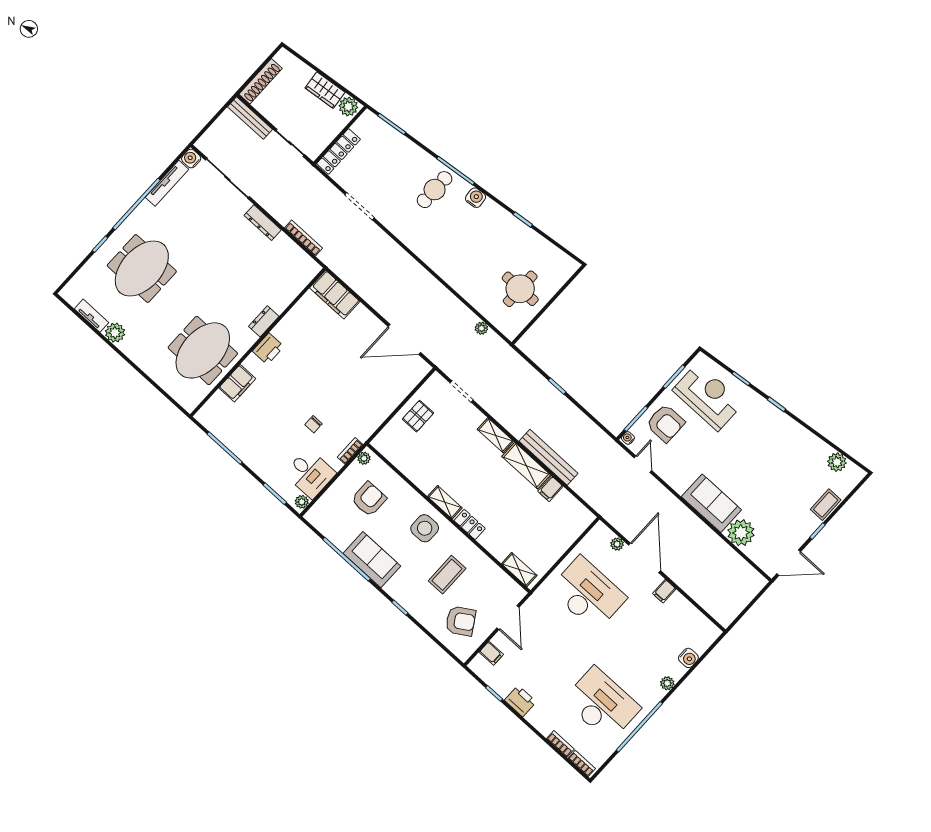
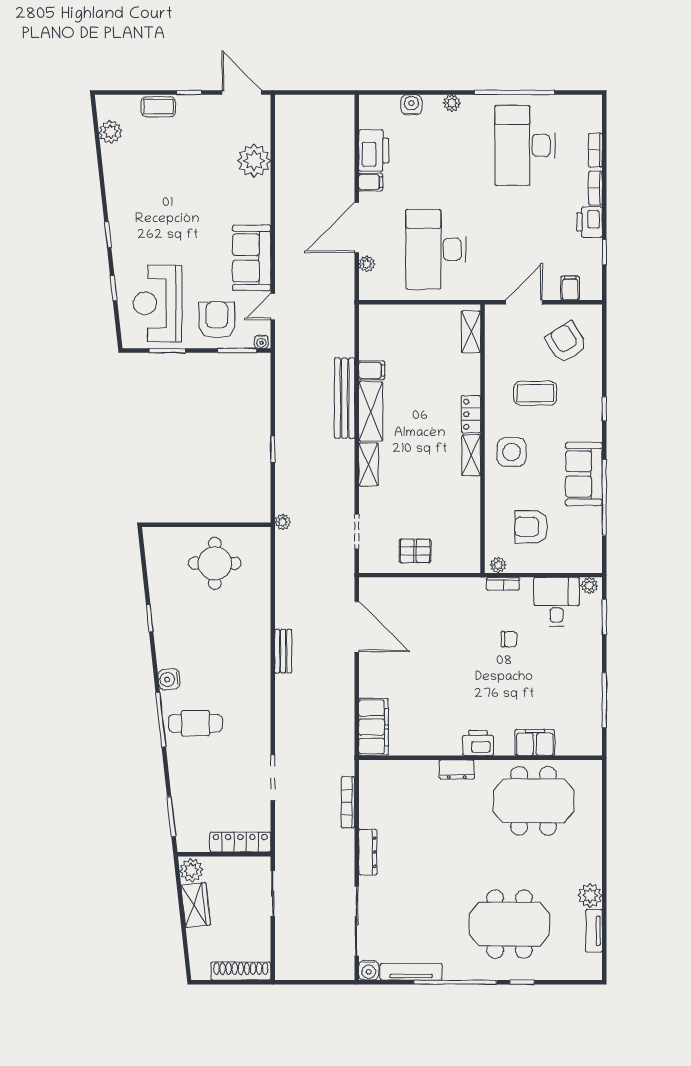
bench: (250, 118) -> (283, 651), moved, width x0.73
plant: (481, 328) -> (283, 522), moved
sofa: (711, 503) -> (252, 258), moved
printer: (681, 610) -> (374, 151), added
bookcase: (582, 763) -> (595, 188), moved

